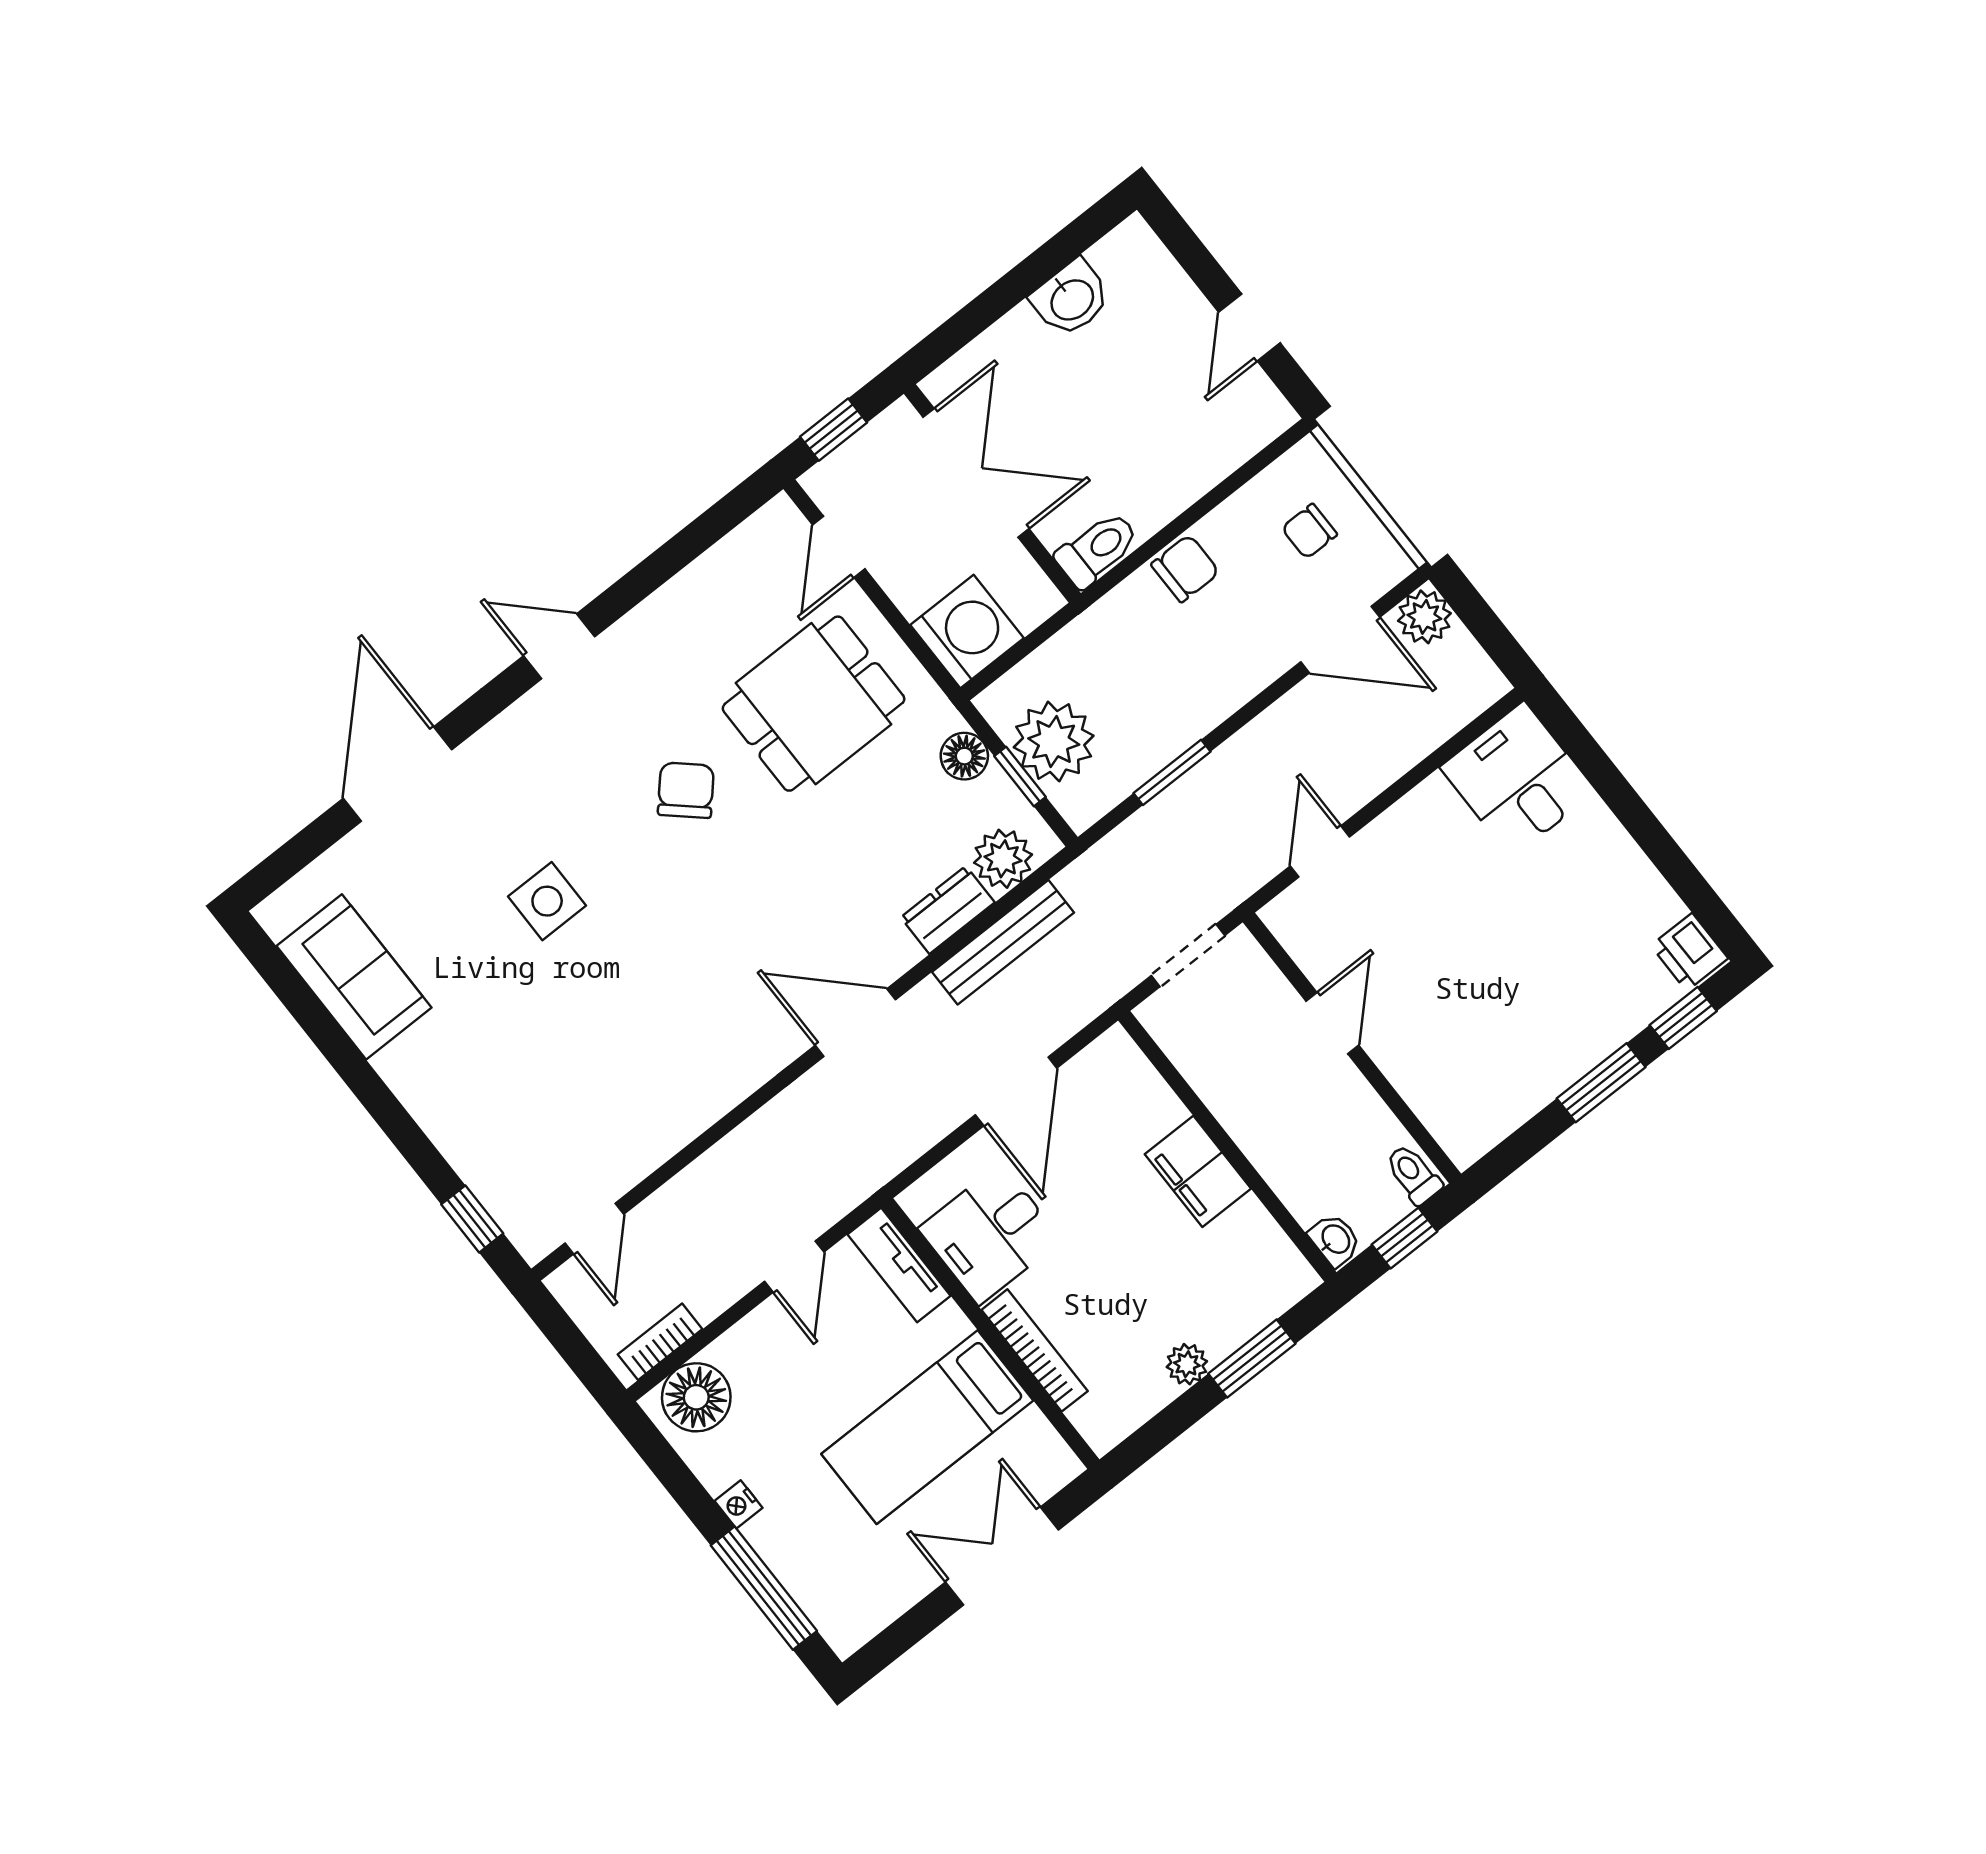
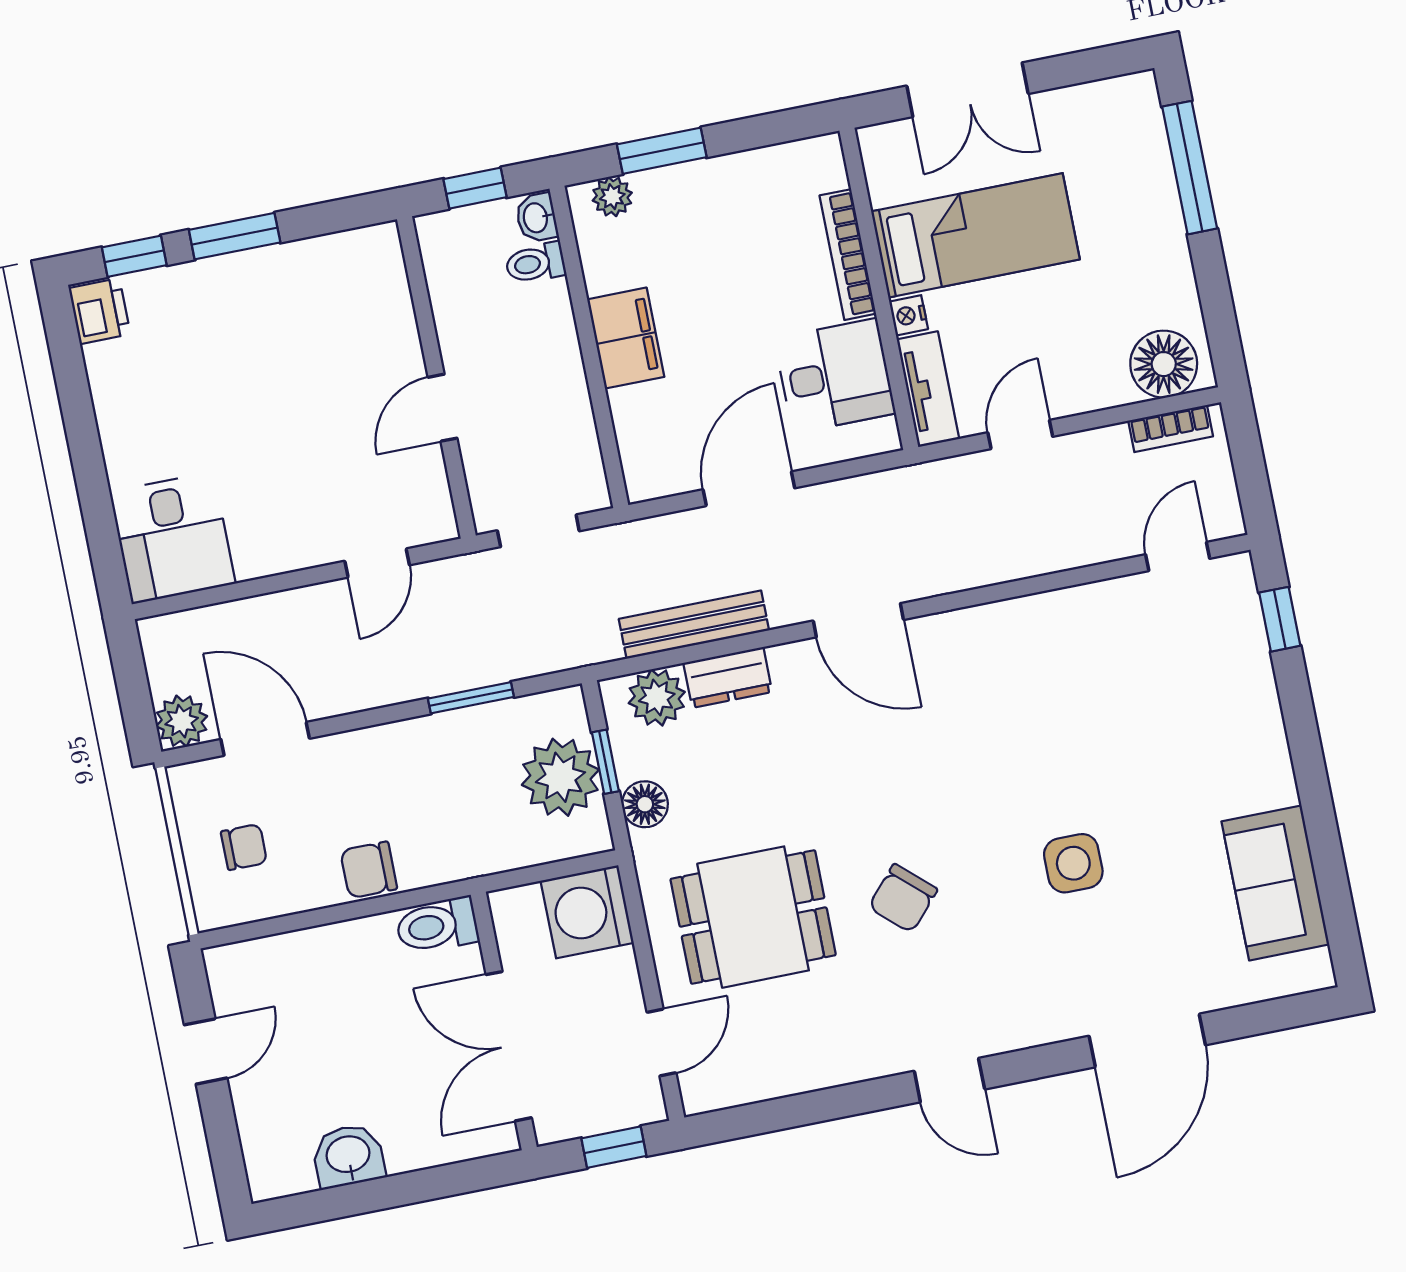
toilet: (1413, 1174) -> (535, 263), moved, turned 90
plant: (1187, 1364) -> (612, 197), moved
nightstand: (739, 1504) -> (909, 315), moved, turned 180

